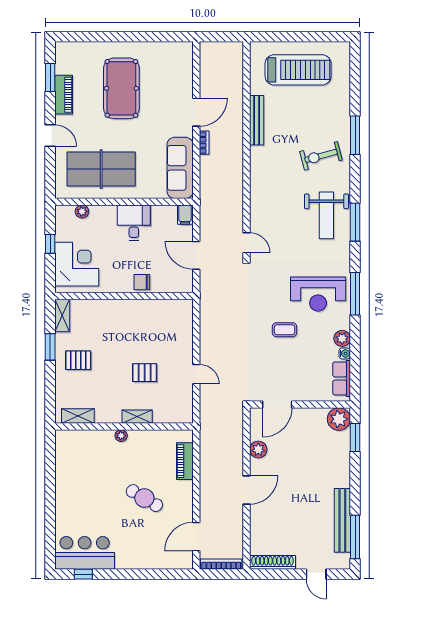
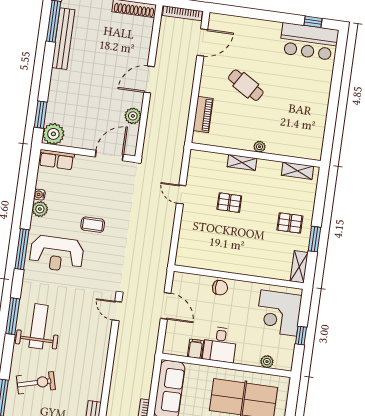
filing cabinet: (185, 215) -> (195, 349), moved
reception desk: (318, 294) -> (57, 254), turned 180
row of seats: (342, 378) -> (57, 160), moved, turned 90

